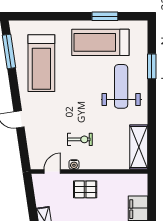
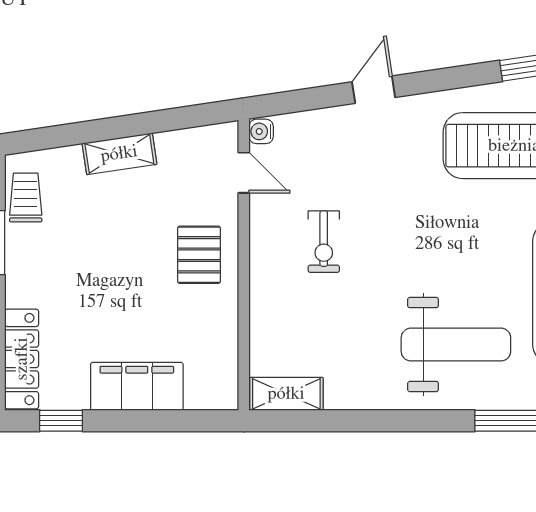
shelving: (139, 147) -> (286, 394), width x0.67, depth x0.75
water cooler: (74, 165) -> (261, 131), moved

